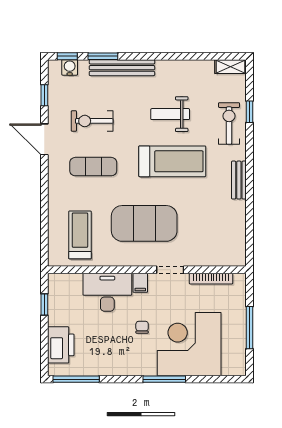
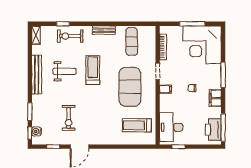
bench: (122, 68) -> (37, 75), moved
weight bench: (170, 114) -> (64, 71), turned -90
treadmill: (172, 161) -> (93, 70), width x0.73, depth x0.73
exercise mat: (93, 167) -> (132, 42), moved
desk: (107, 292) -> (171, 127), moved
corner desk: (189, 344) -> (202, 45), moved
printer: (61, 345) -> (213, 129), moved, turned -90
filing cabinet: (126, 366) -> (215, 98), added

